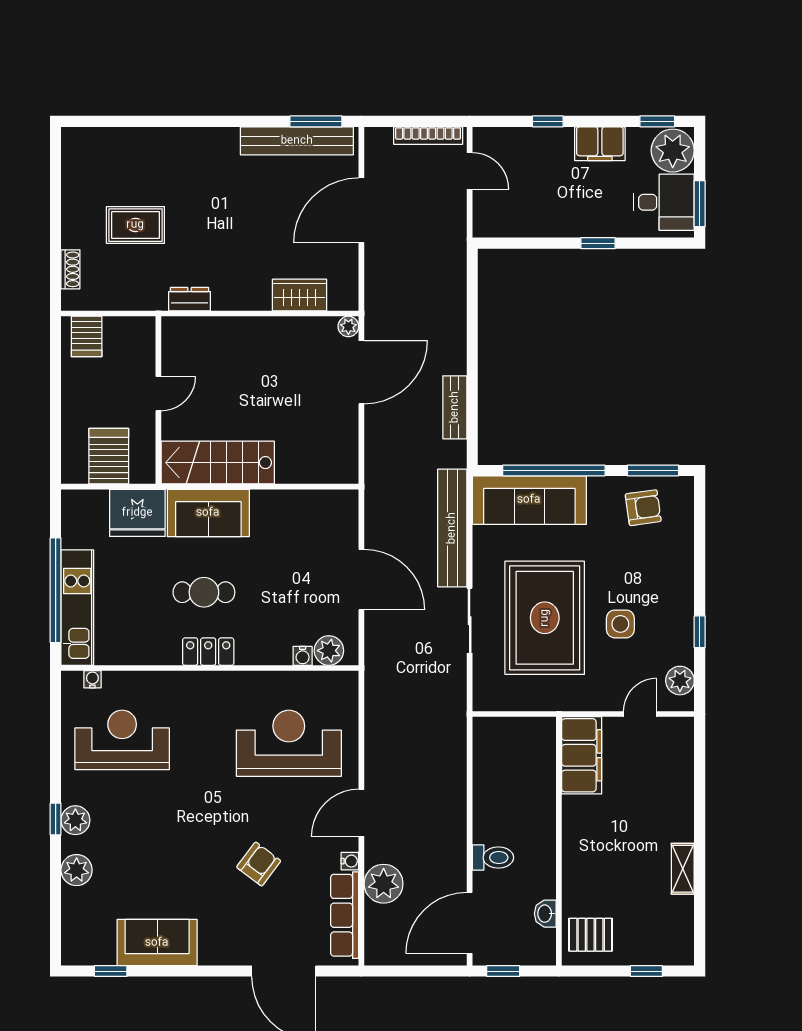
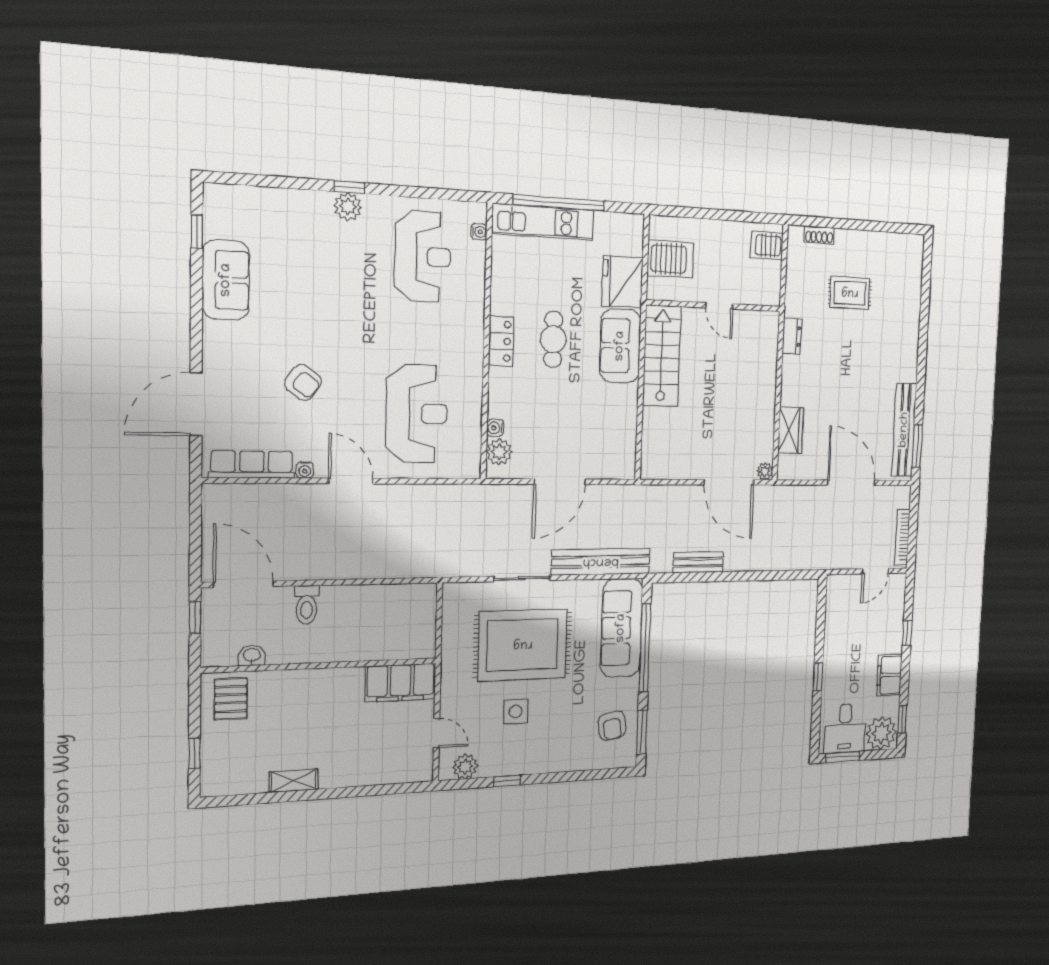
rug: (135, 225) -> (850, 293), turned 90
plant: (77, 870) -> (299, 204), removed
plant: (384, 884) -> (282, 502), removed

